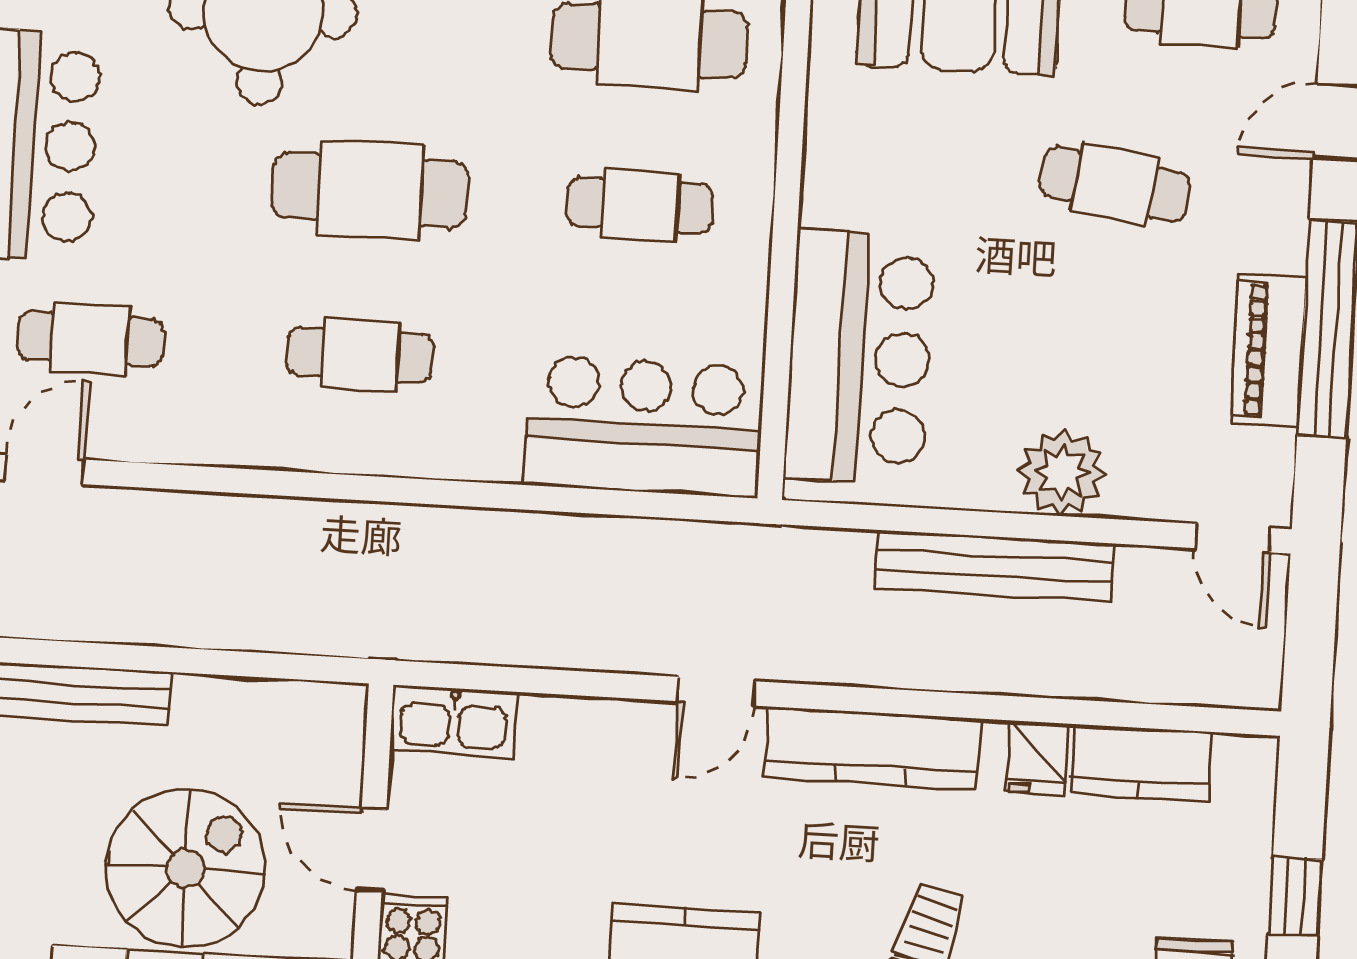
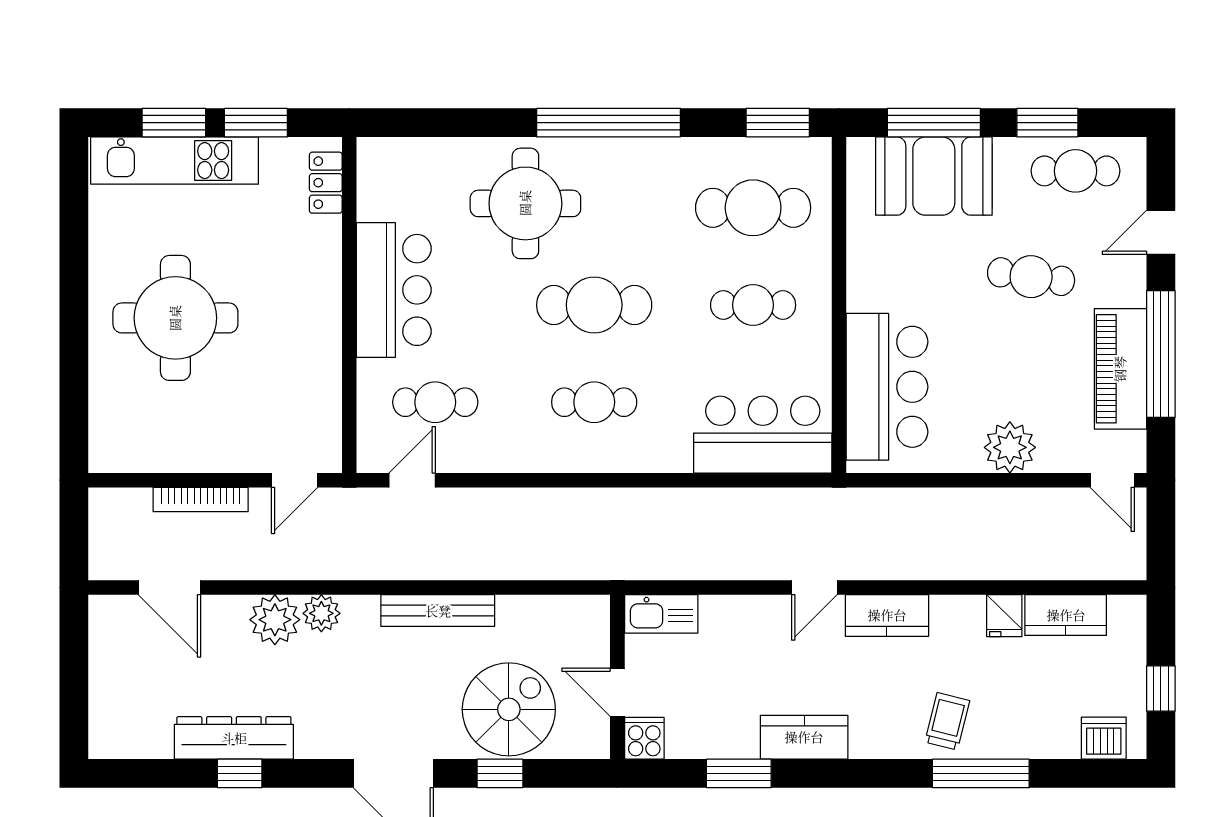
piano: (1269, 350) -> (1120, 369), width x1.37, depth x1.33
bench: (994, 566) -> (973, 505), removed
kitchen counter: (872, 748) -> (887, 615), width x0.67

